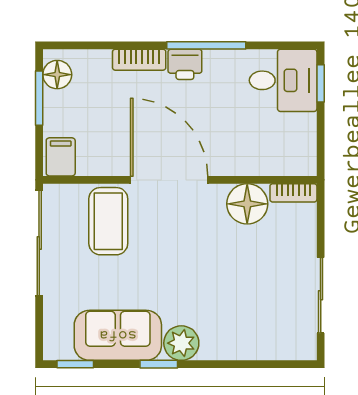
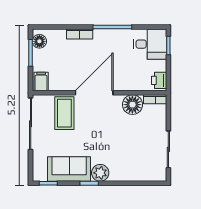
printer: (185, 64) -> (159, 80), moved, turned 90
door: (169, 180) -> (94, 93), hinge flipped

